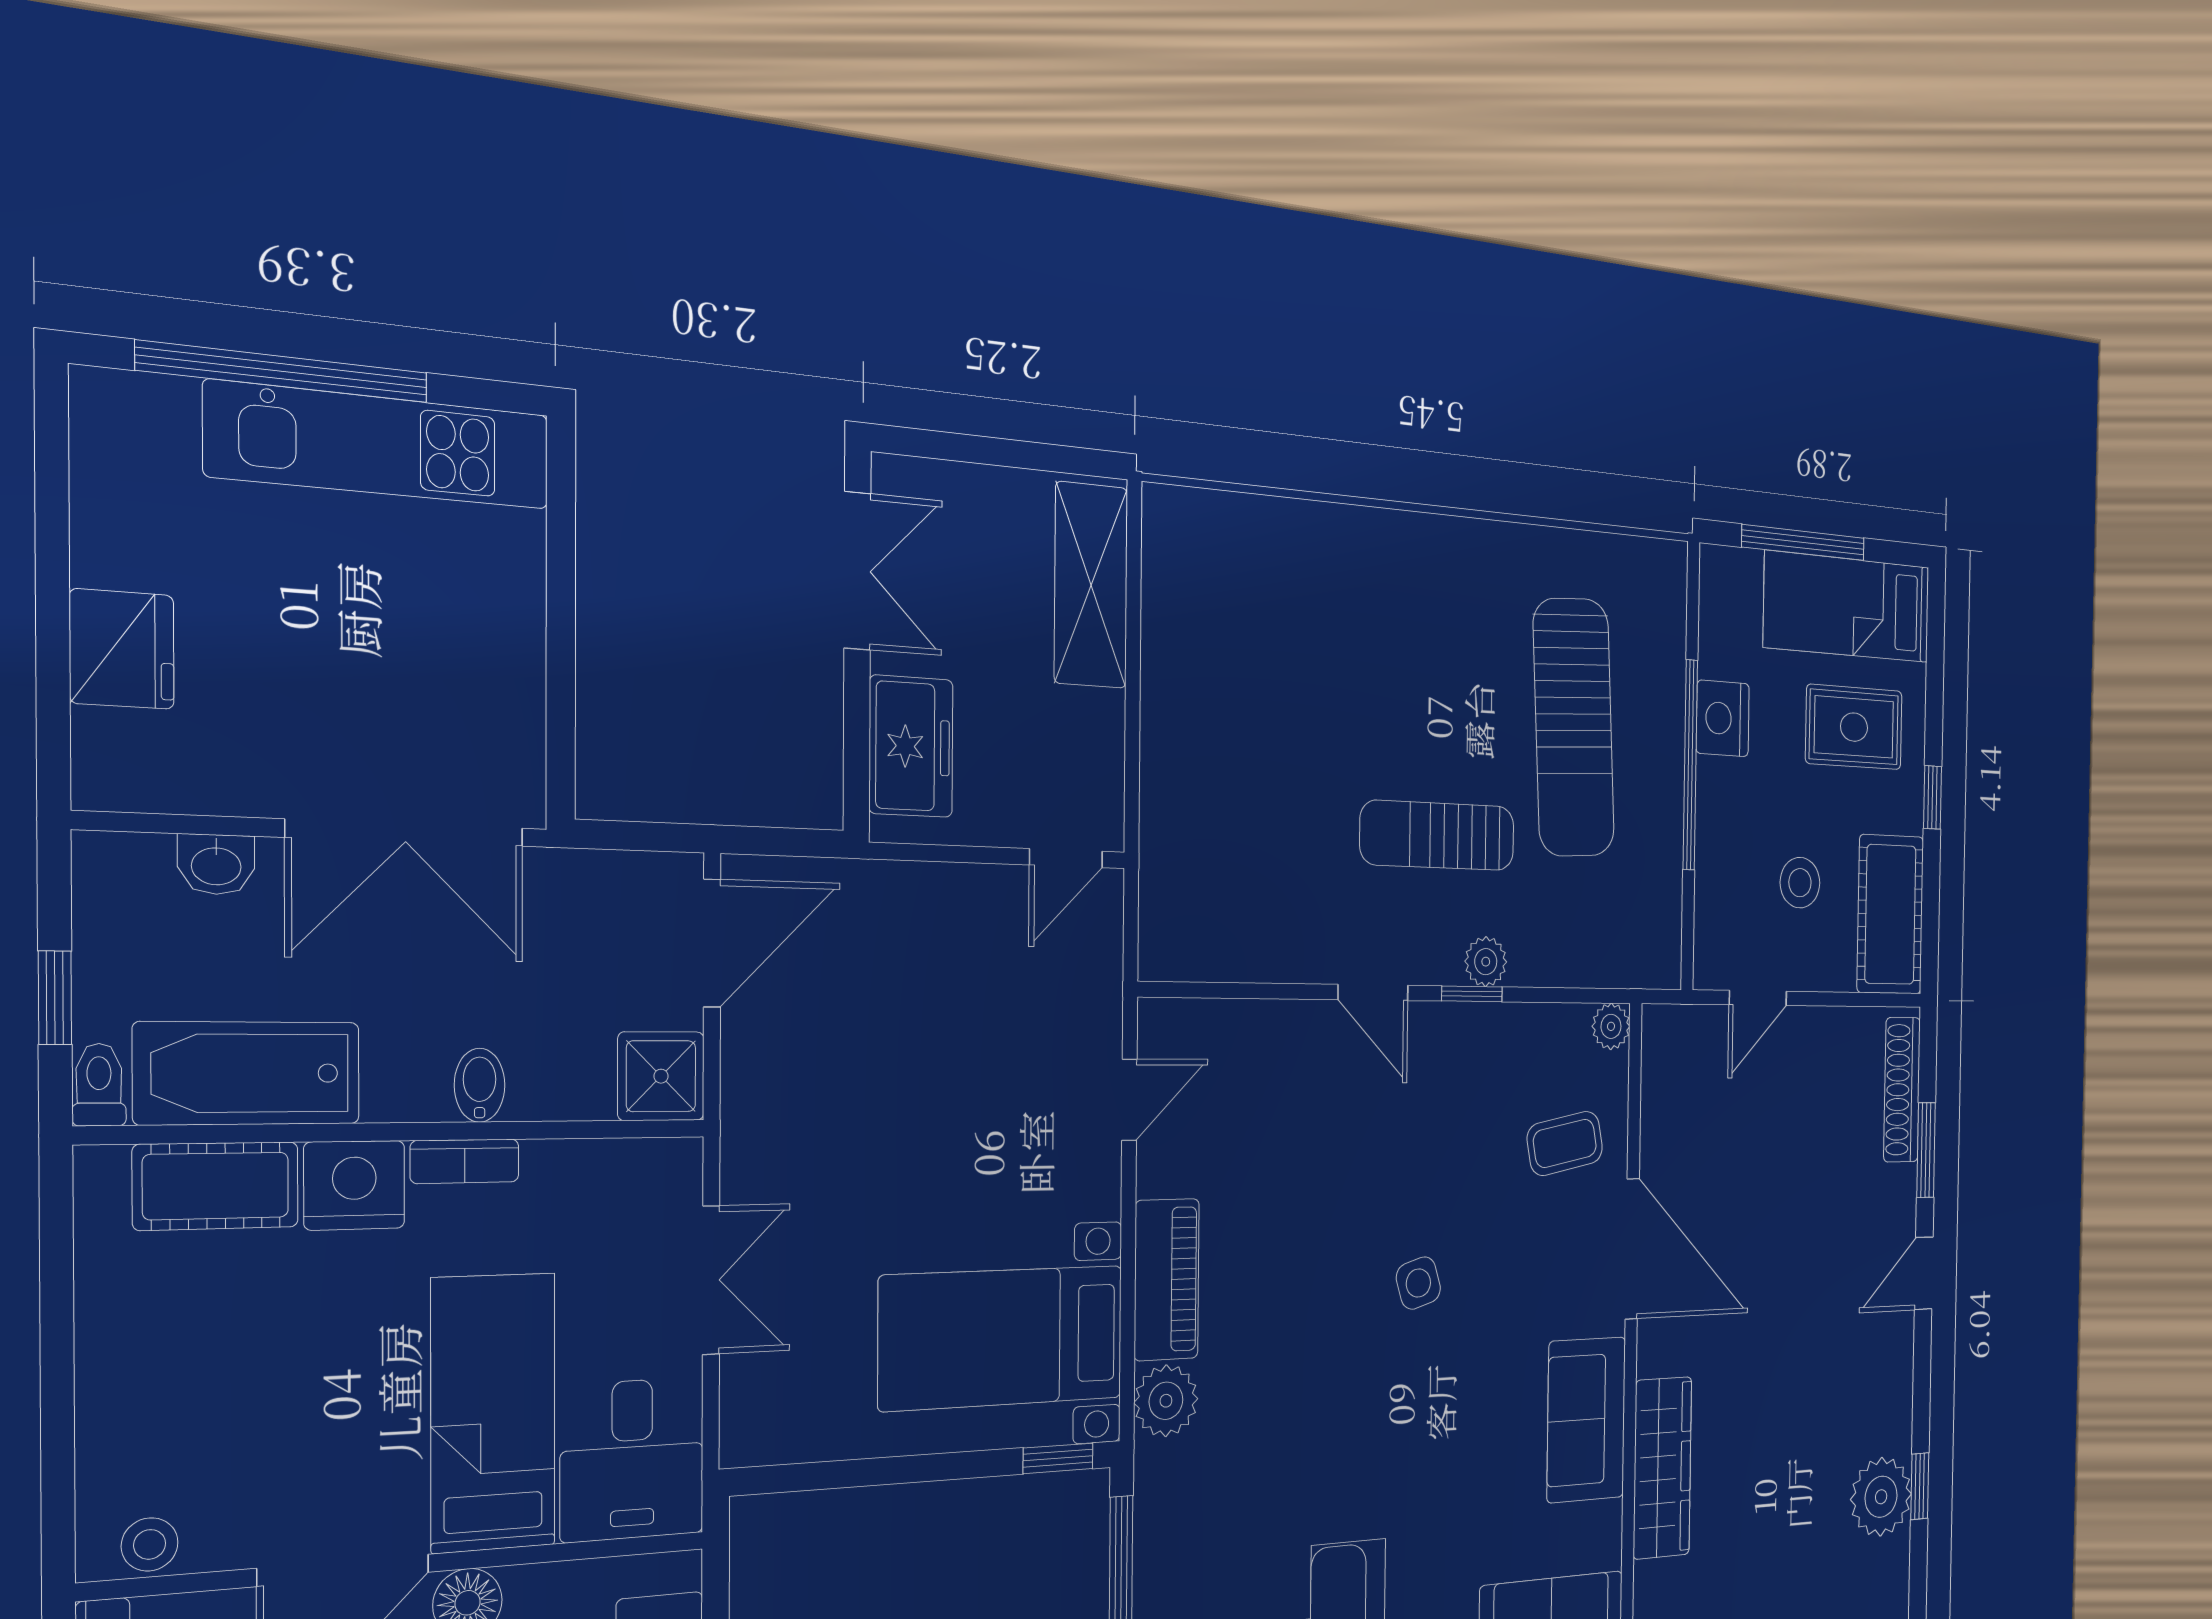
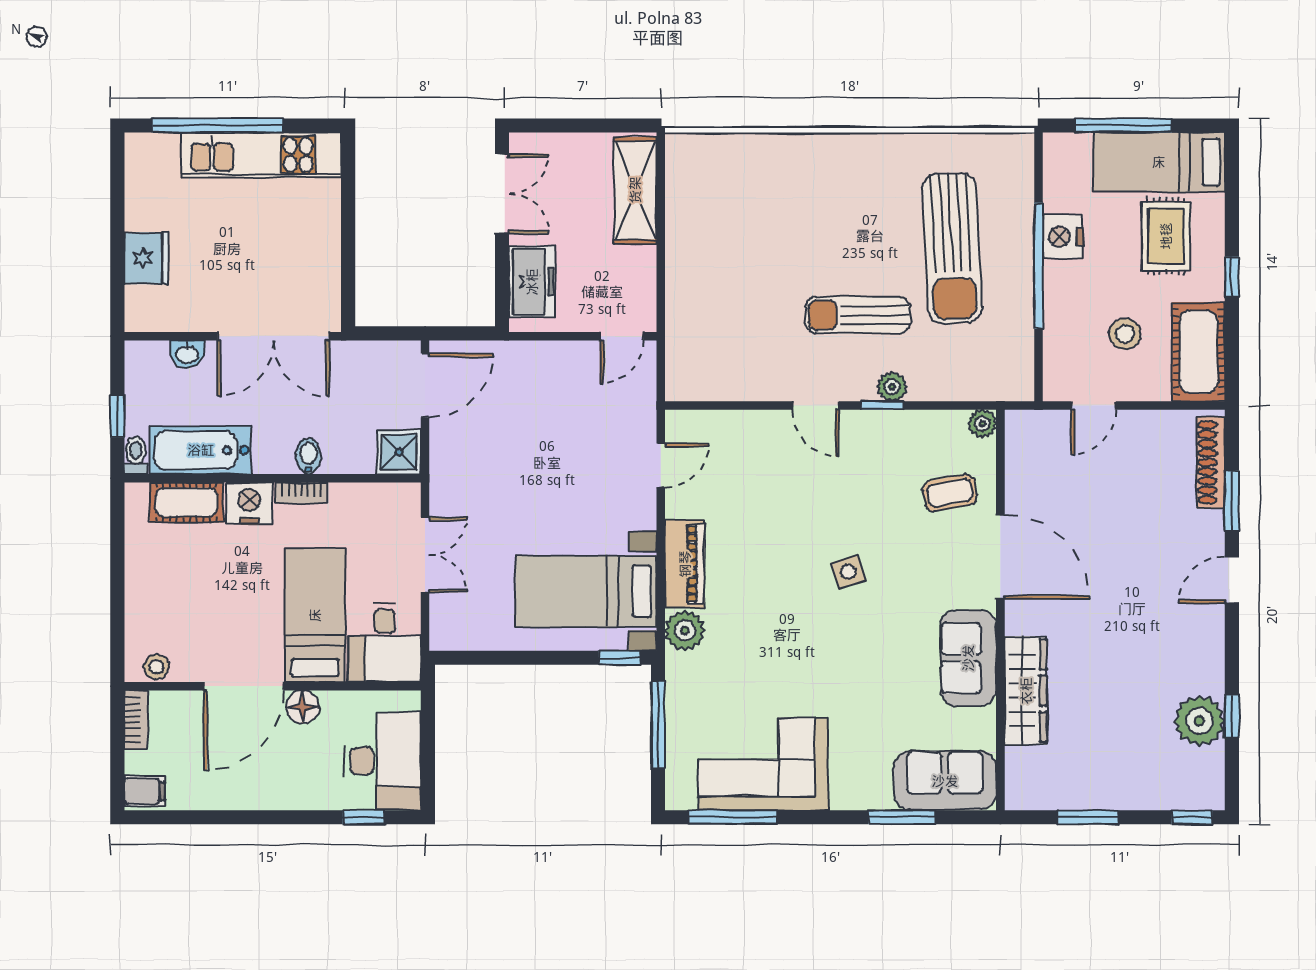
rug: (1854, 727) -> (1166, 236), turned 90

